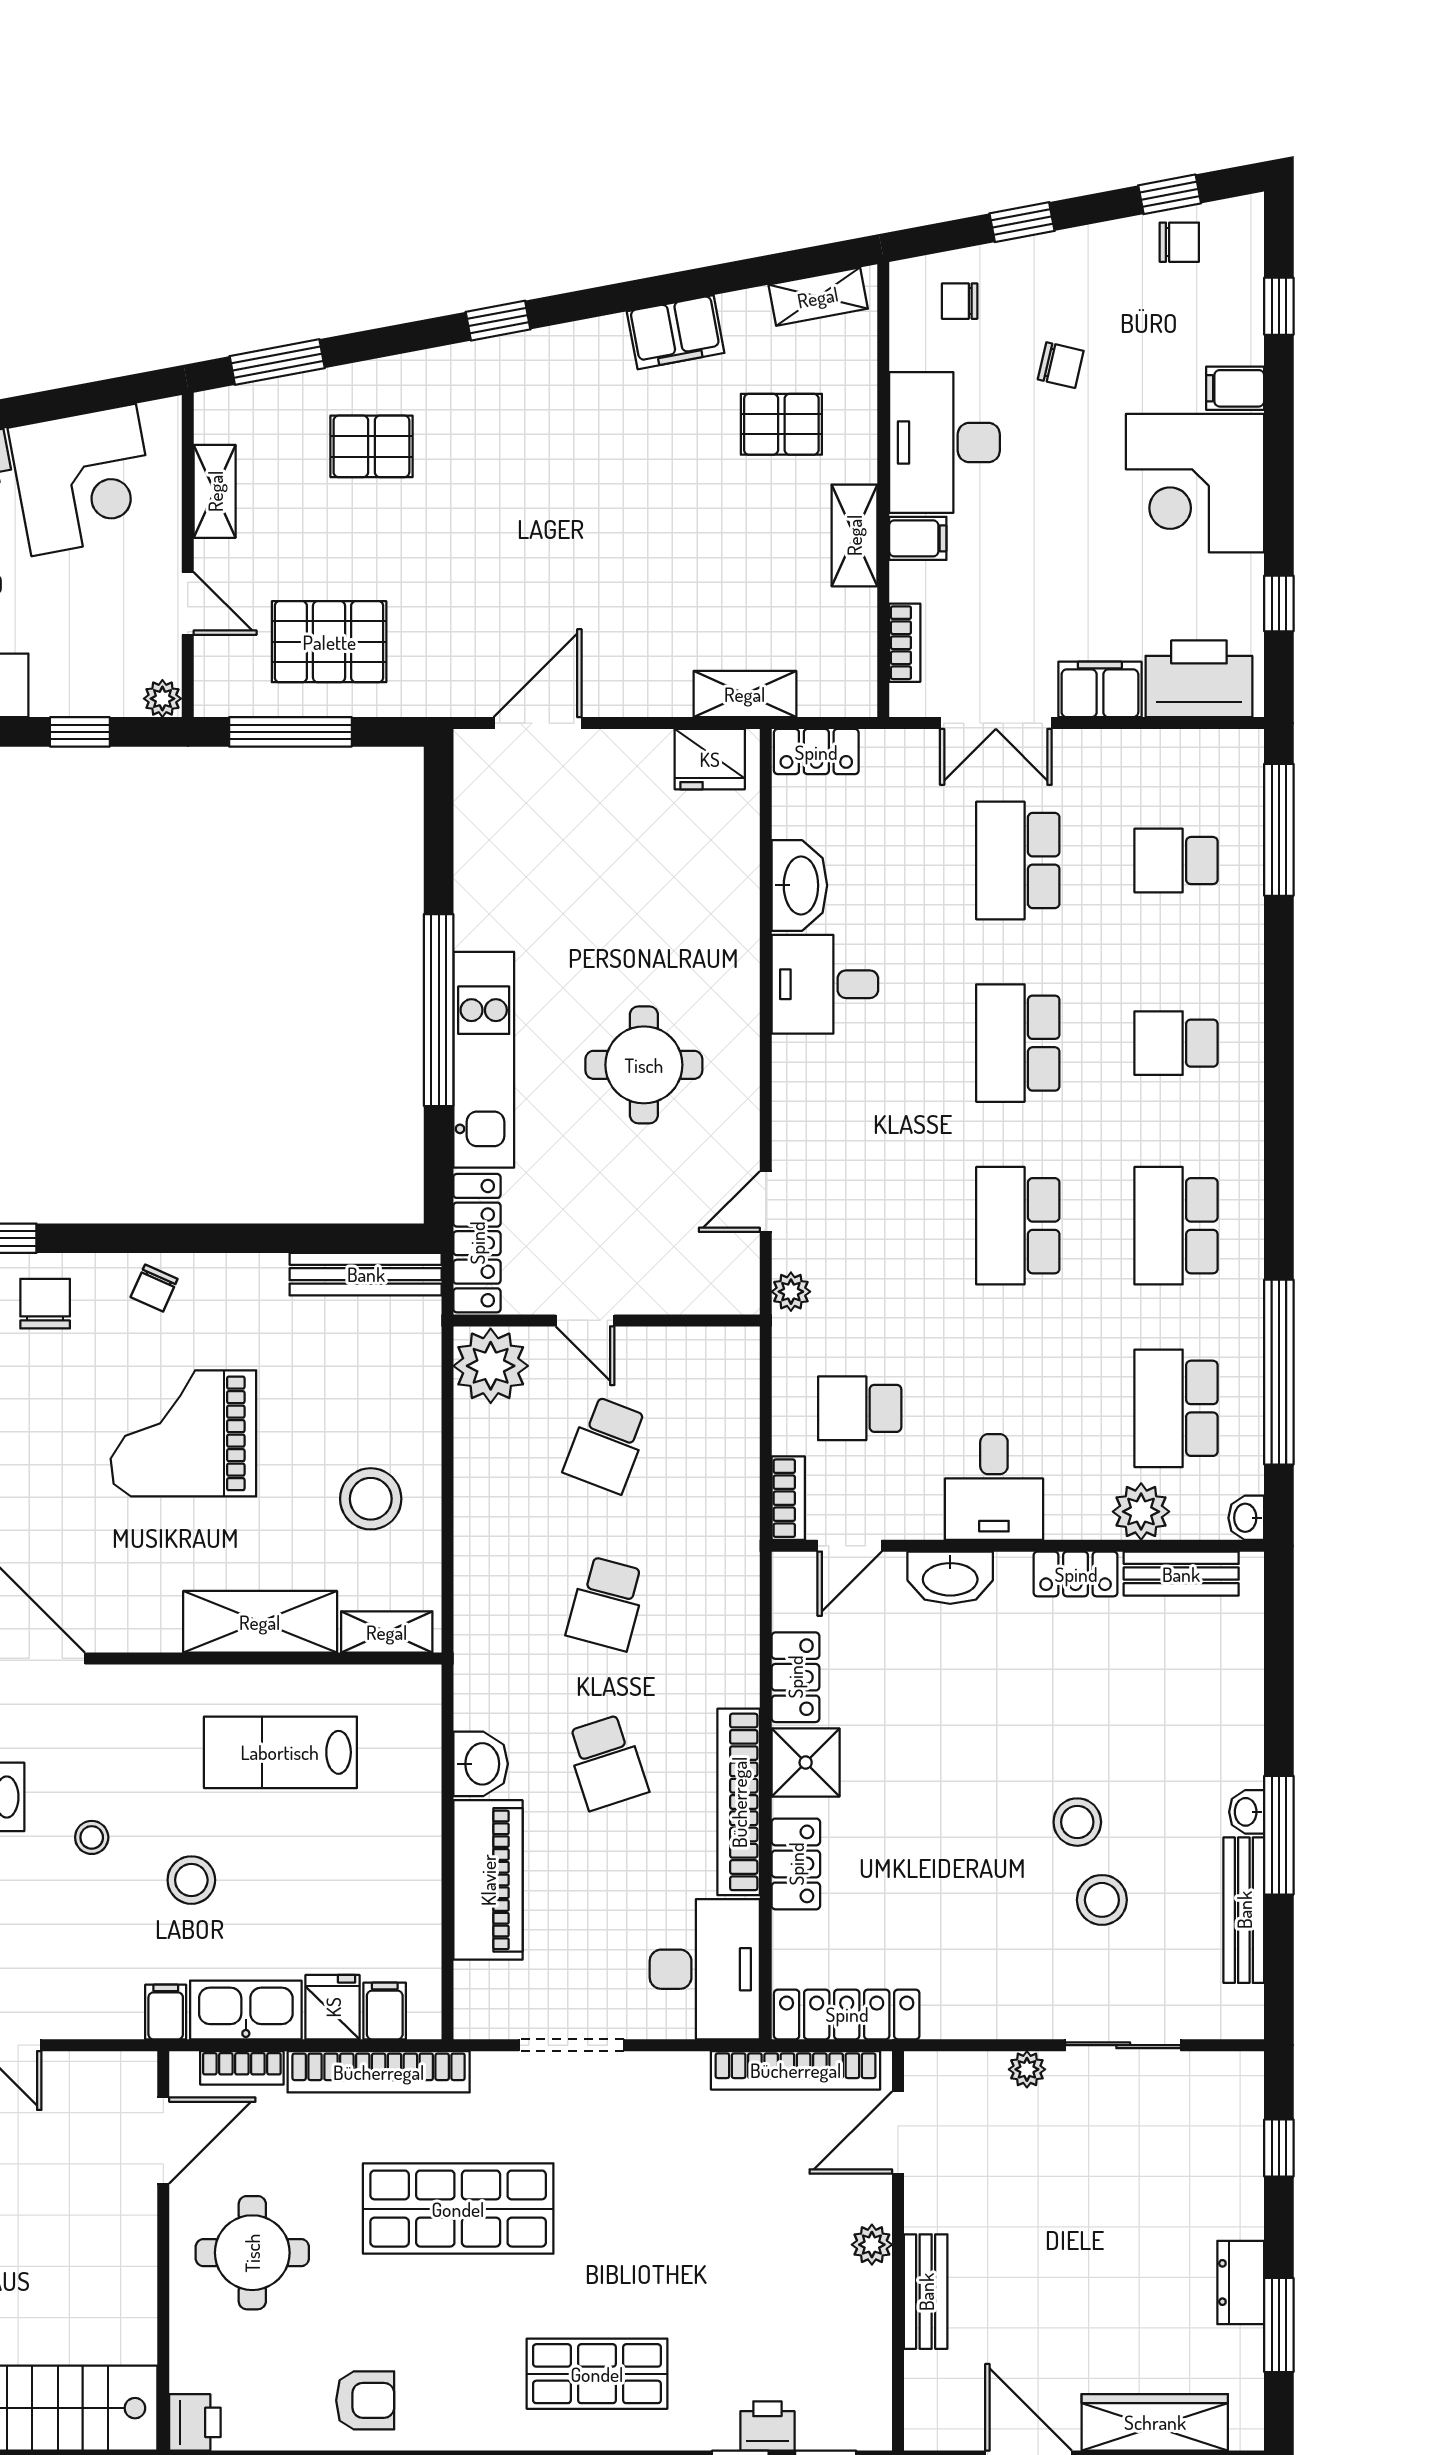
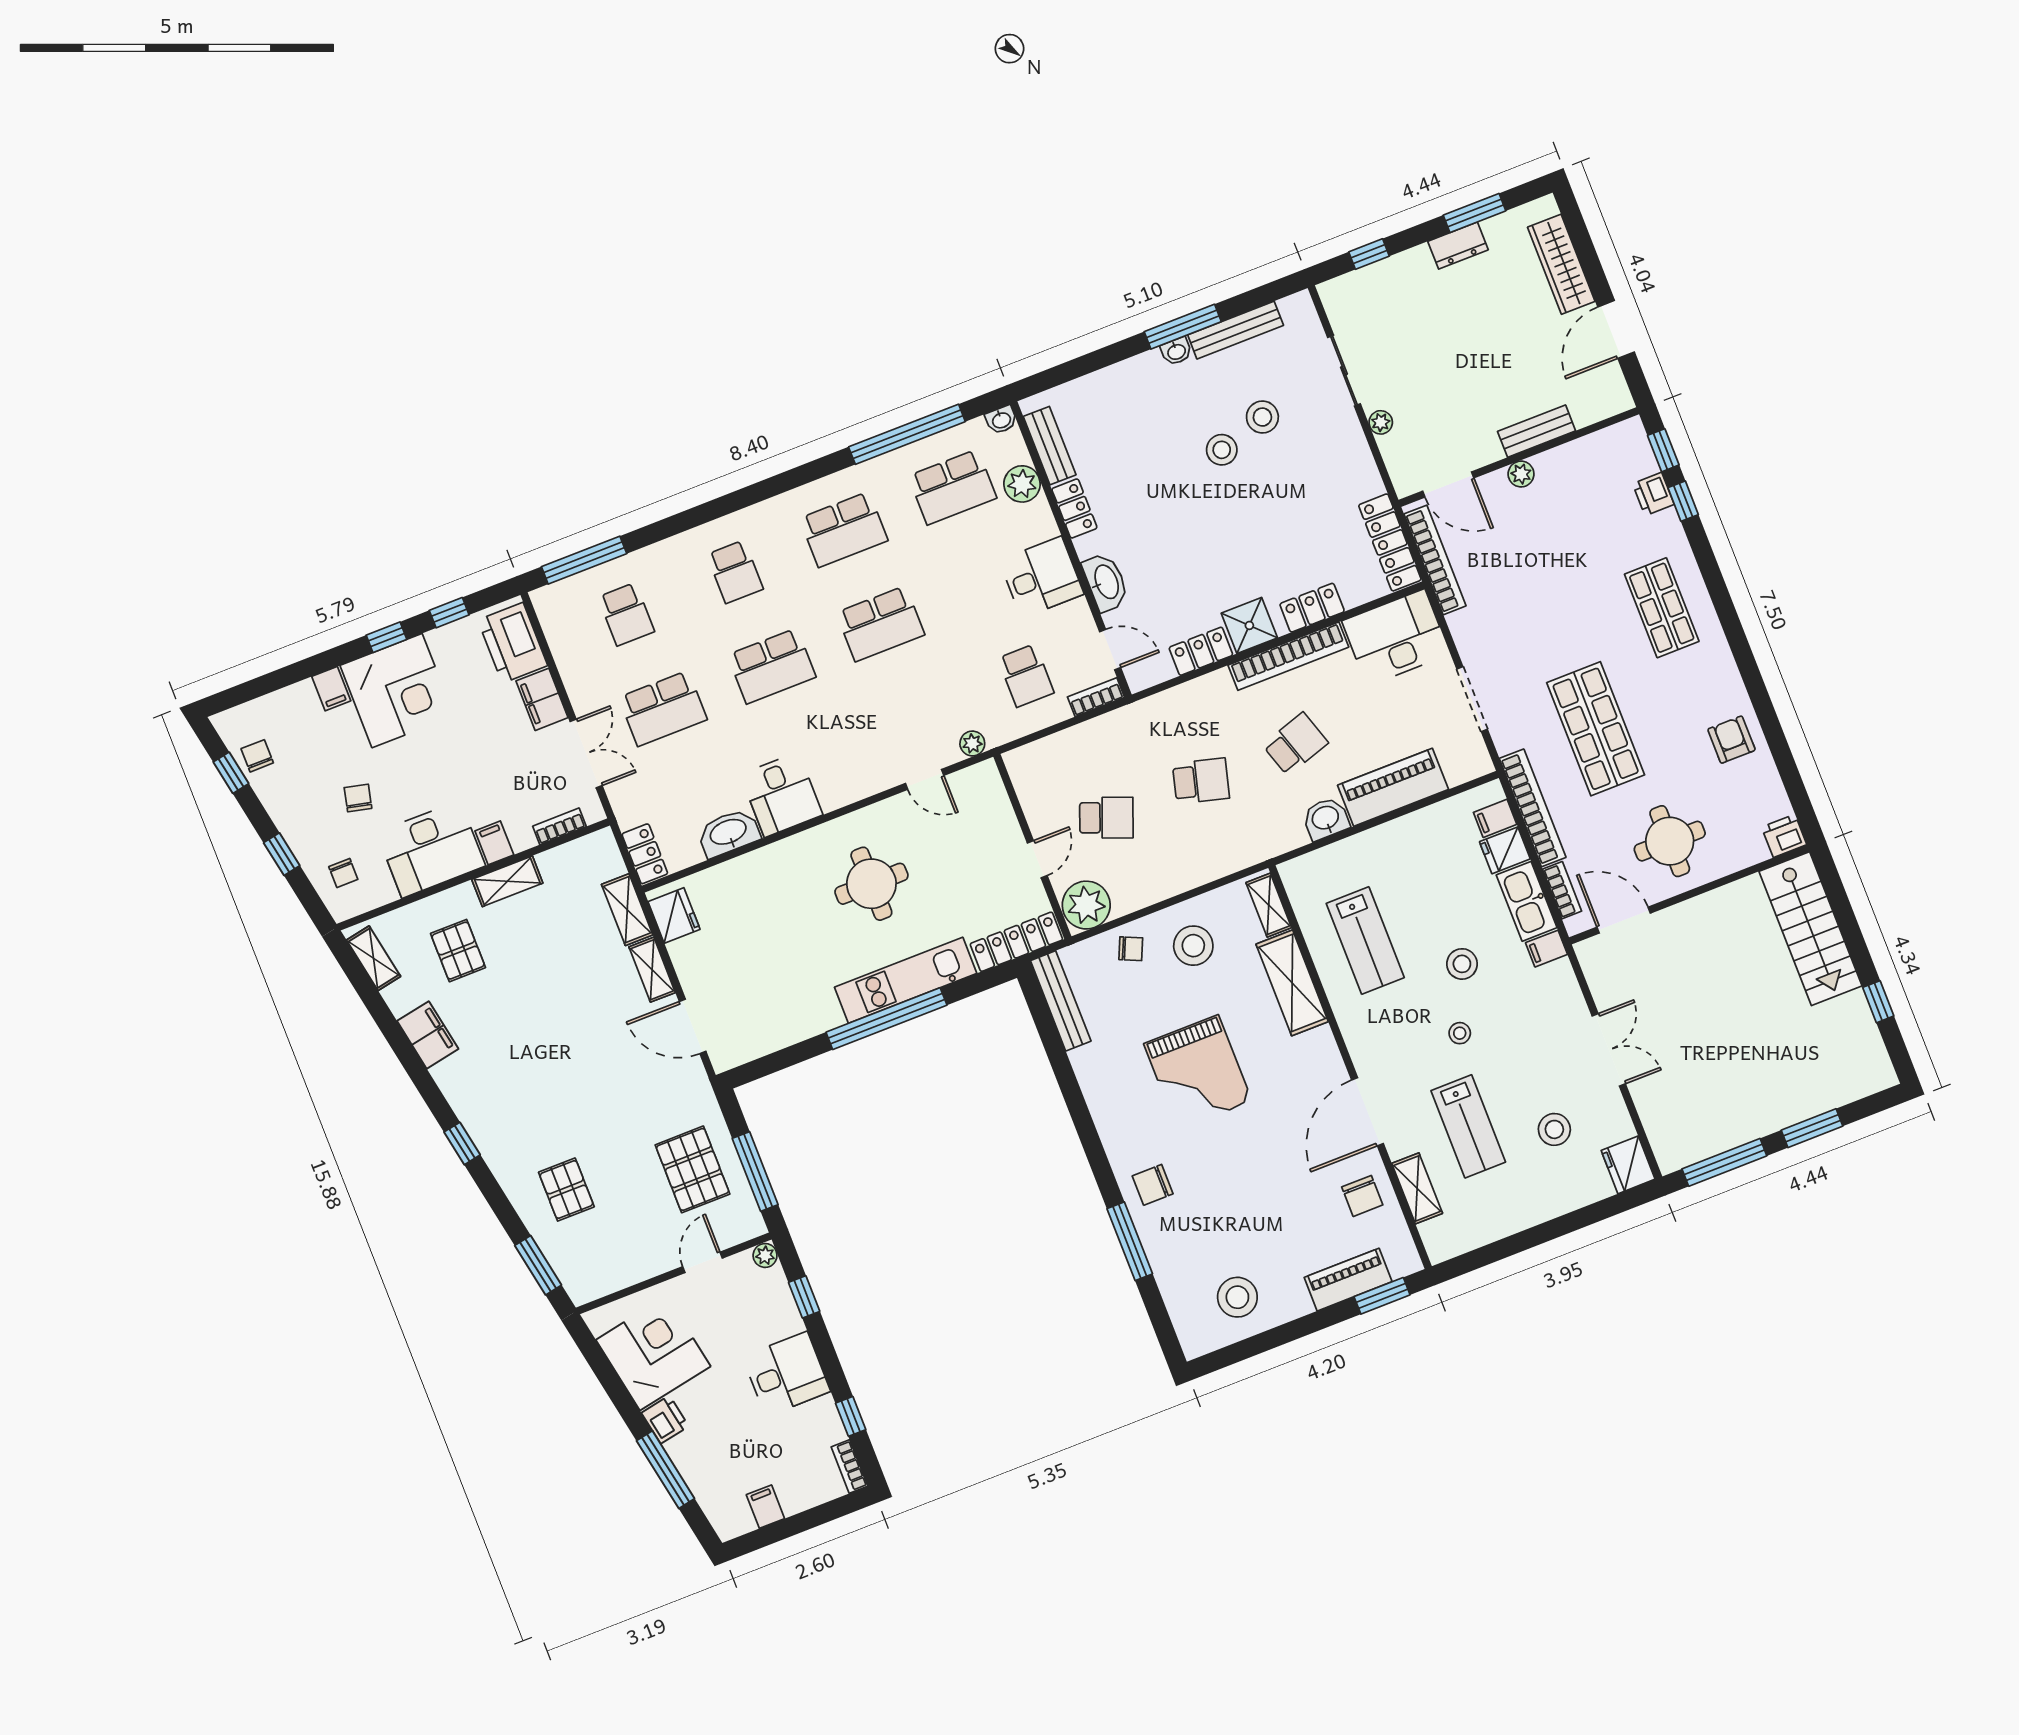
window: (1279, 306) -> (386, 637), moved
shelving: (215, 491) -> (652, 970), moved, turned 90
chair: (154, 1288) -> (1131, 949), moved

